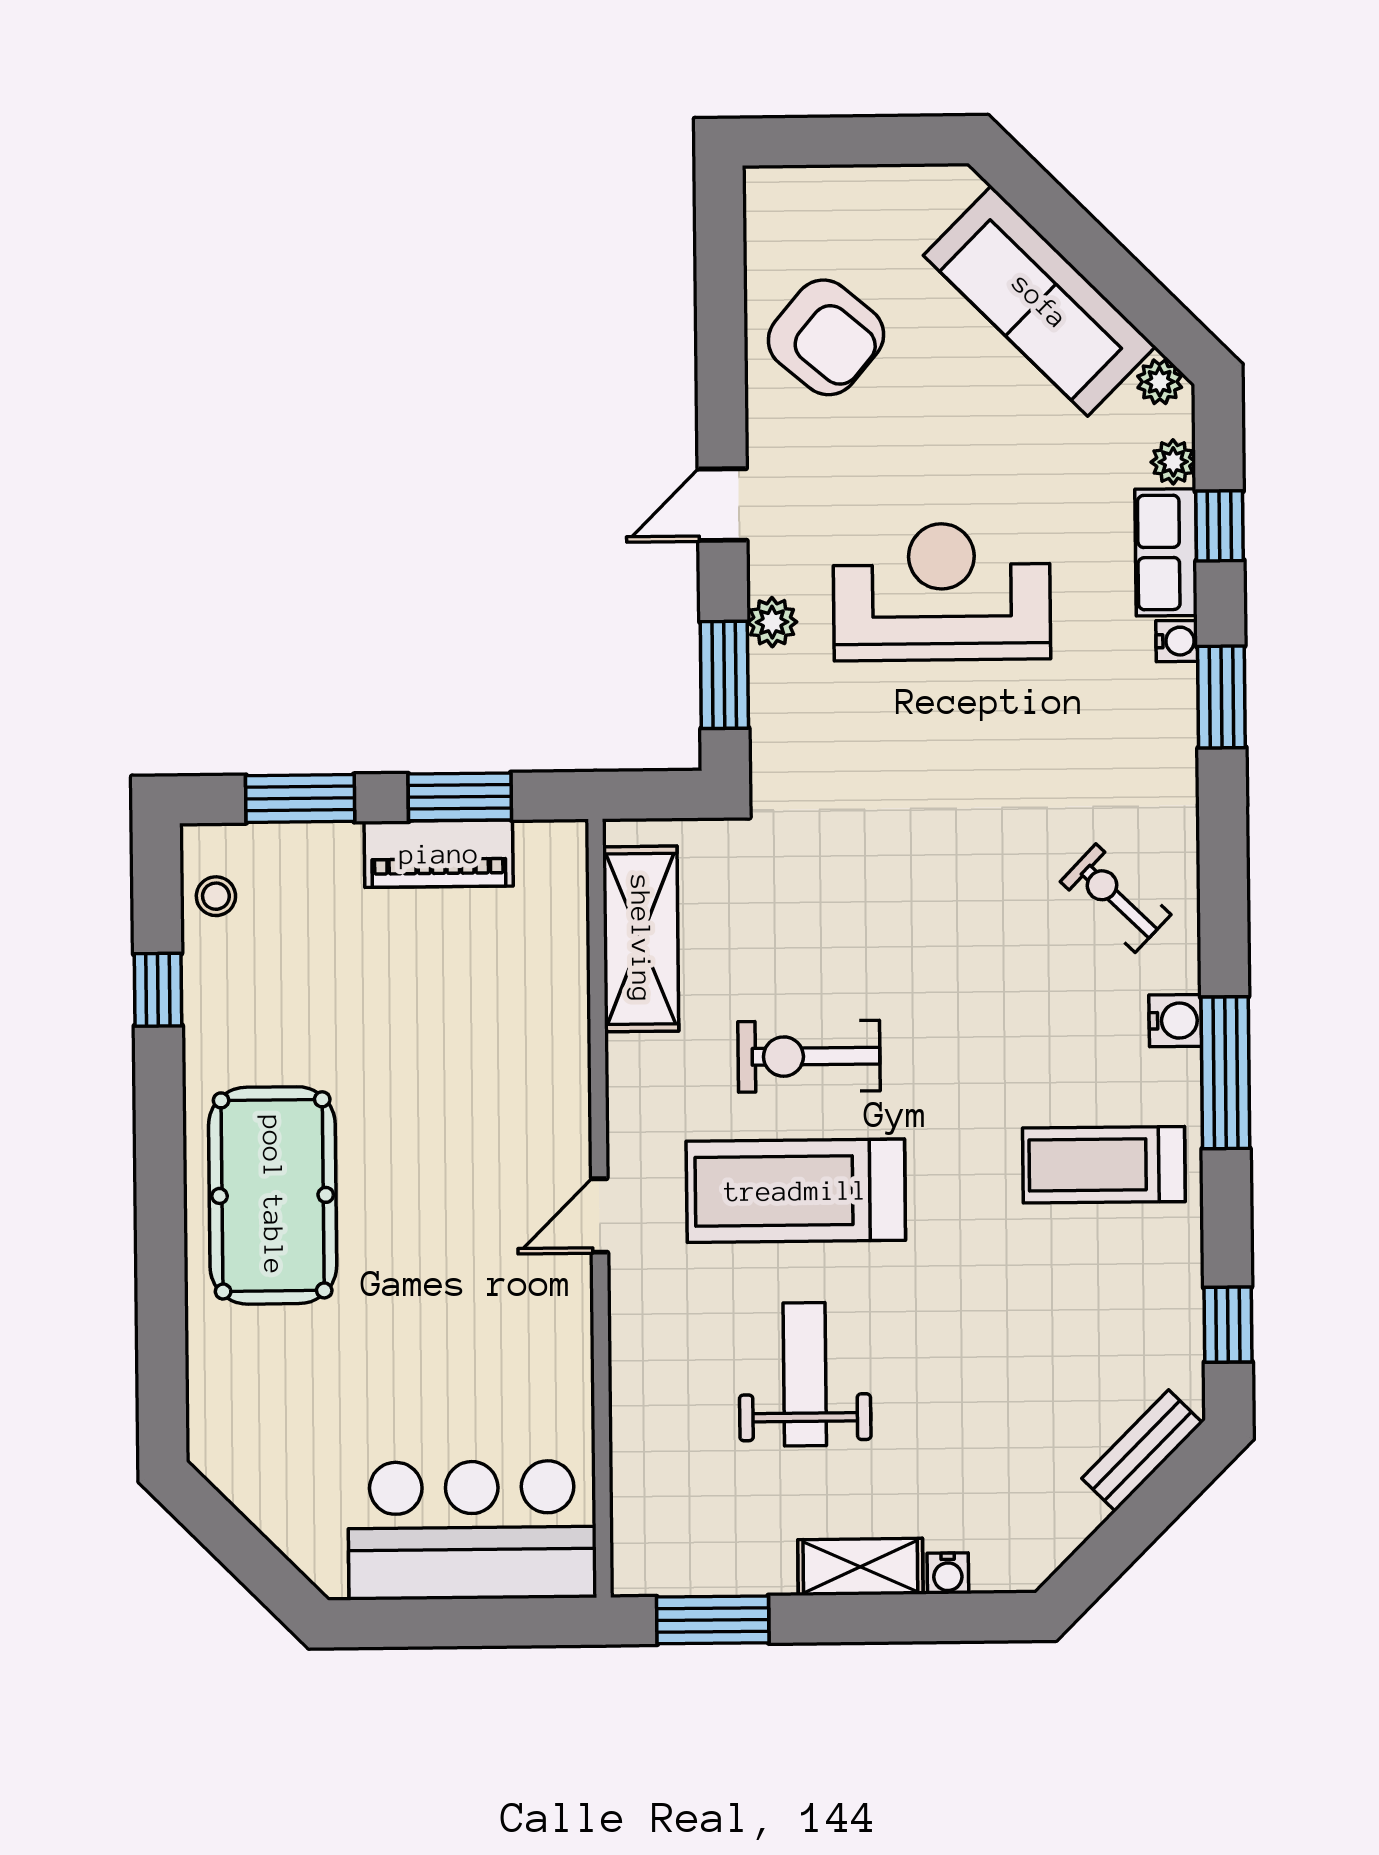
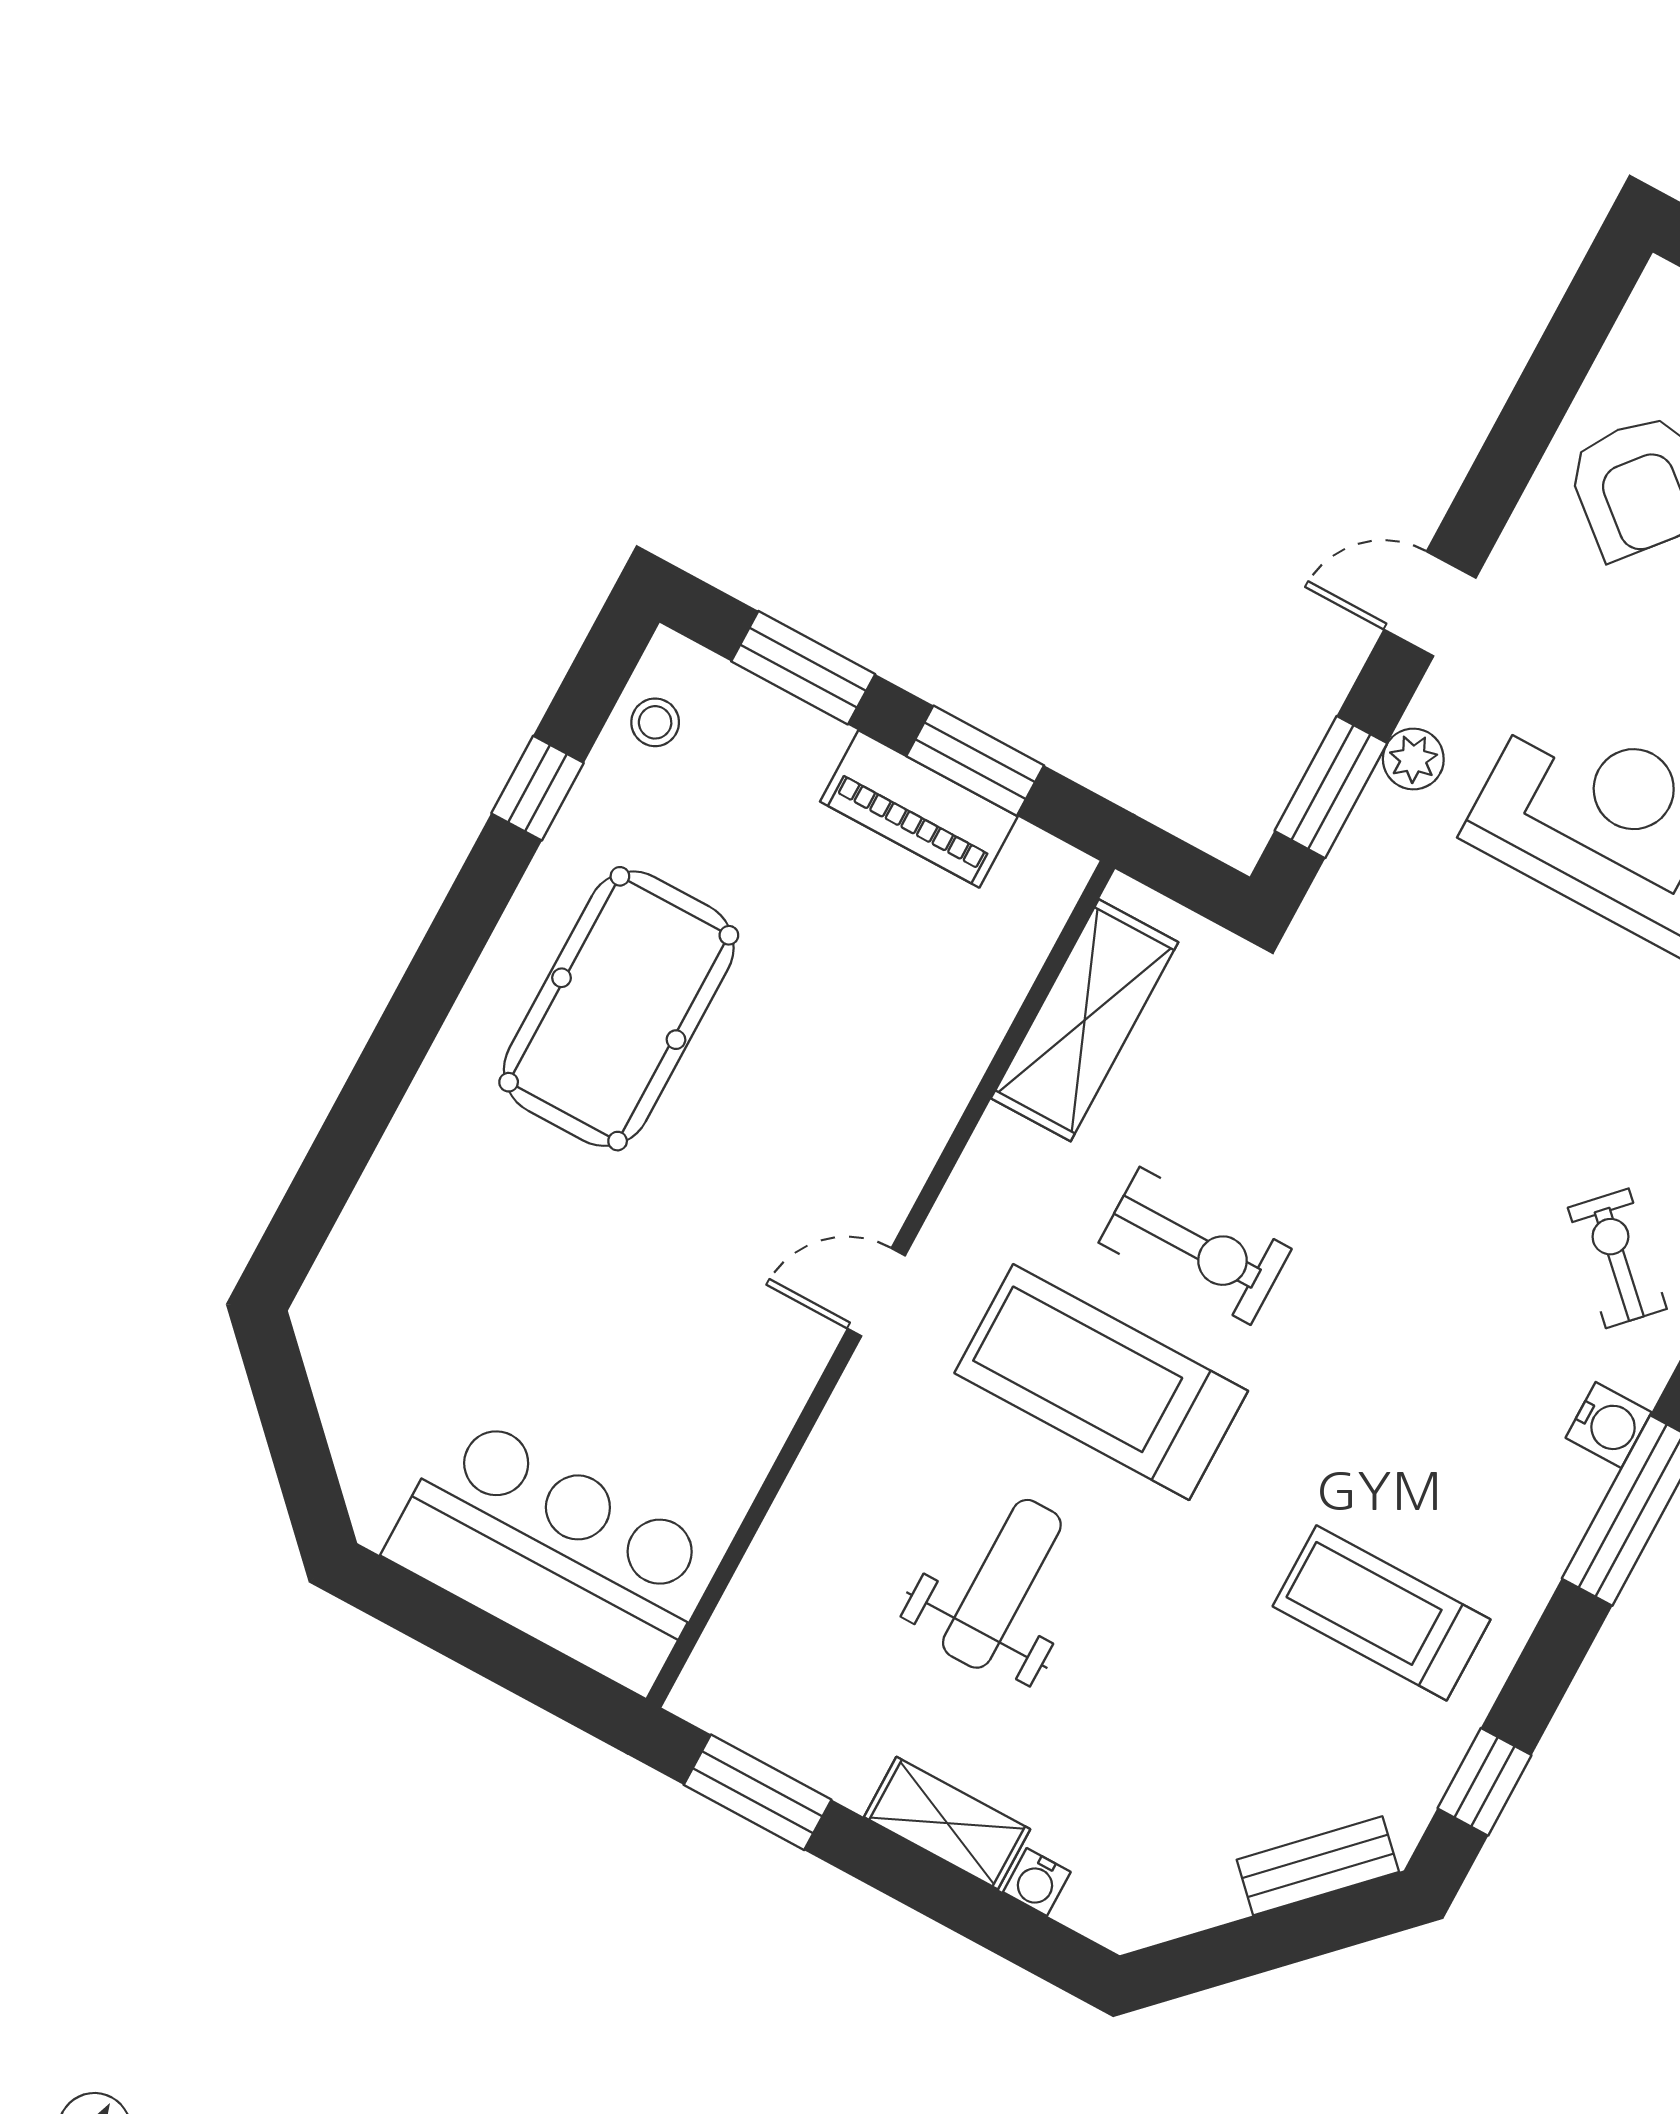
exercise bike: (809, 1056) -> (1195, 1246), turned 180
treadmill: (1104, 1165) -> (1382, 1613), moved
pool table: (273, 1195) -> (619, 1009), moved

